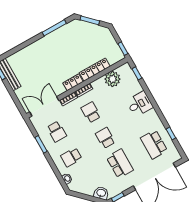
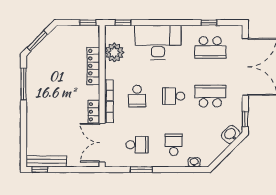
locker: (73, 82) -> (94, 112), moved
desk: (140, 104) -> (158, 42), width x1.87, depth x1.30
school desk: (91, 112) -> (137, 96), turned -90
school desk: (71, 157) -> (174, 145), turned 180

